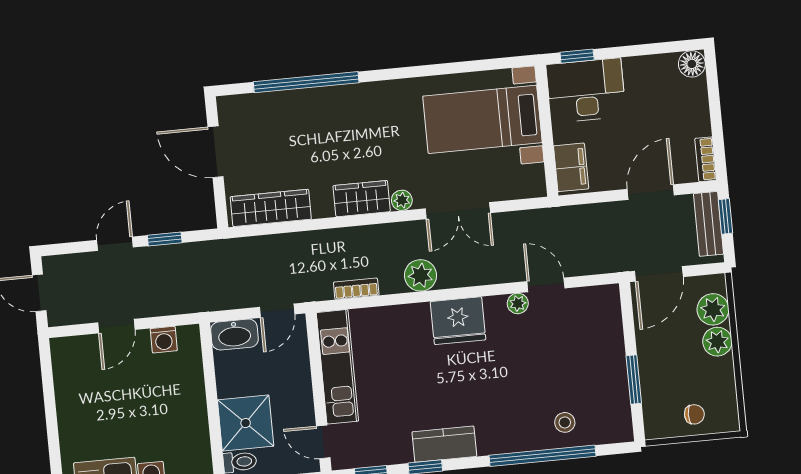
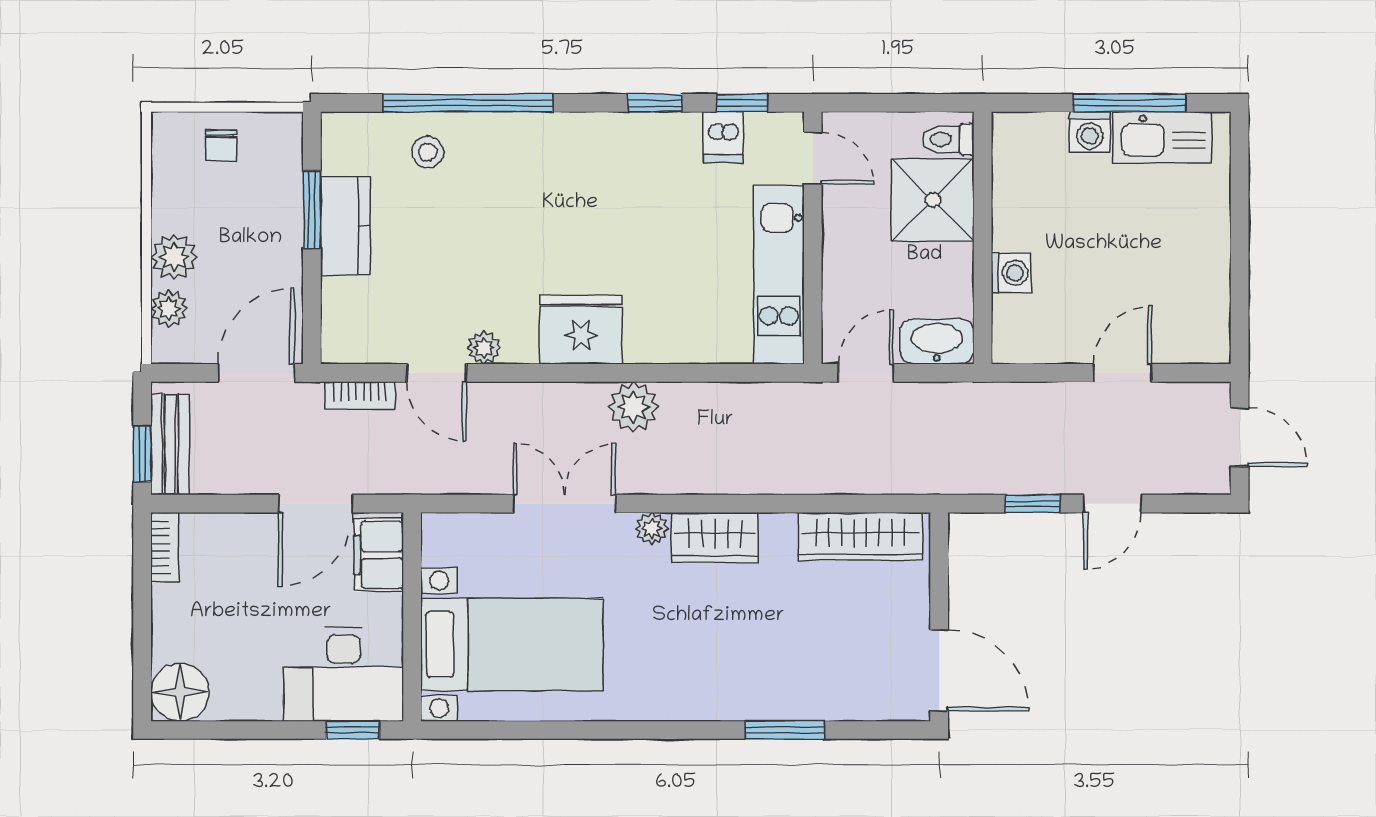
floor lamp: (692, 64) -> (180, 692), width x1.38, depth x1.38
window: (306, 82) -> (785, 730), width x0.47
door: (216, 152) -> (939, 670), moved
door: (651, 192) -> (315, 504), moved
bookcase: (356, 289) -> (360, 396), moved
plant: (713, 309) -> (169, 309), width x0.73, depth x0.73
washing machine: (164, 340) -> (1011, 273), moved, turned 90
chair: (694, 414) -> (221, 145), turned -90
kitchen counter: (444, 444) -> (345, 226), moved, turned -90
dishwasher: (381, 450) -> (723, 137), added

